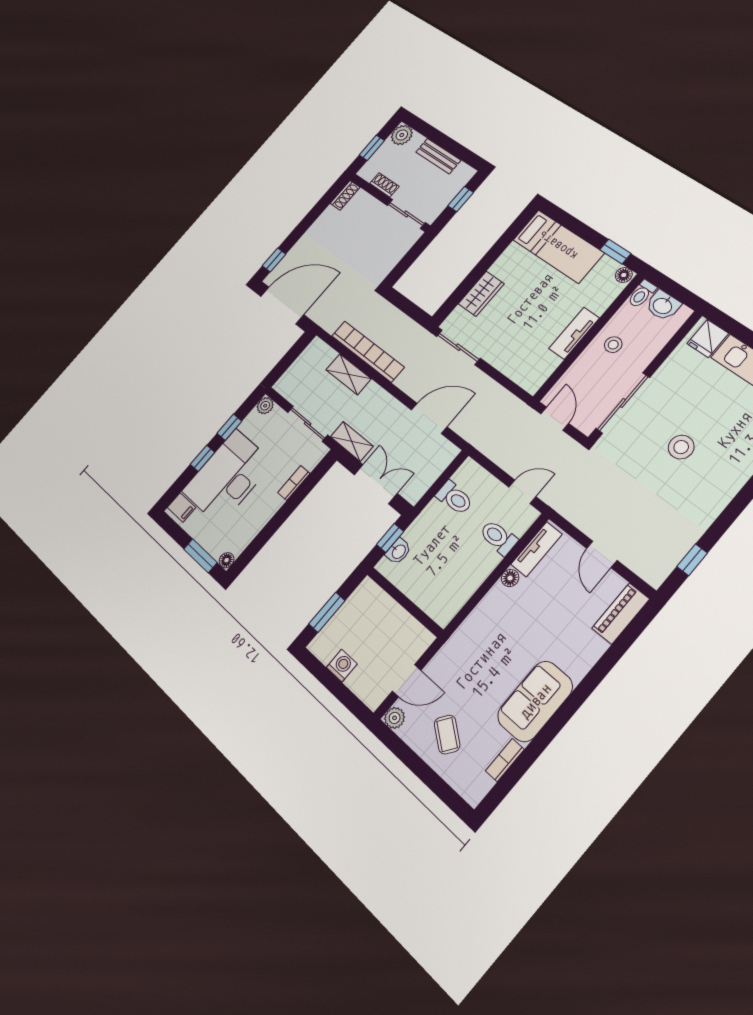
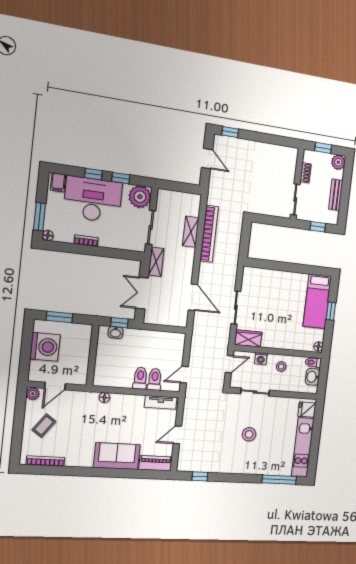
shoe rack: (345, 195) -> (289, 151), removed
window: (615, 252) -> (331, 311), moved
wardrobe: (481, 294) -> (248, 338), moved, turned 180
door: (282, 305) -> (207, 159), width x0.53
tv unit: (574, 333) -> (277, 343), removed
sliding door: (458, 347) -> (236, 308), moved
washing machine: (580, 369) -> (261, 359), added
sliding door: (623, 403) -> (255, 392), width x0.73
plant: (265, 406) -> (140, 197), width x1.88, depth x1.88
bookcase: (294, 483) -> (86, 241), moved
double door: (376, 484) -> (142, 293), swing flipped
door: (522, 492) -> (184, 375), swing flipped
toilet: (454, 498) -> (140, 378), moved, turned 180
floor lamp: (510, 578) -> (104, 398), moved
washing machine: (342, 666) -> (45, 347), width x1.89, depth x1.89
door: (407, 681) -> (55, 386), hinge flipped
sofa: (535, 701) -> (117, 456), moved
bookcase: (505, 760) -> (45, 461), width x1.56

